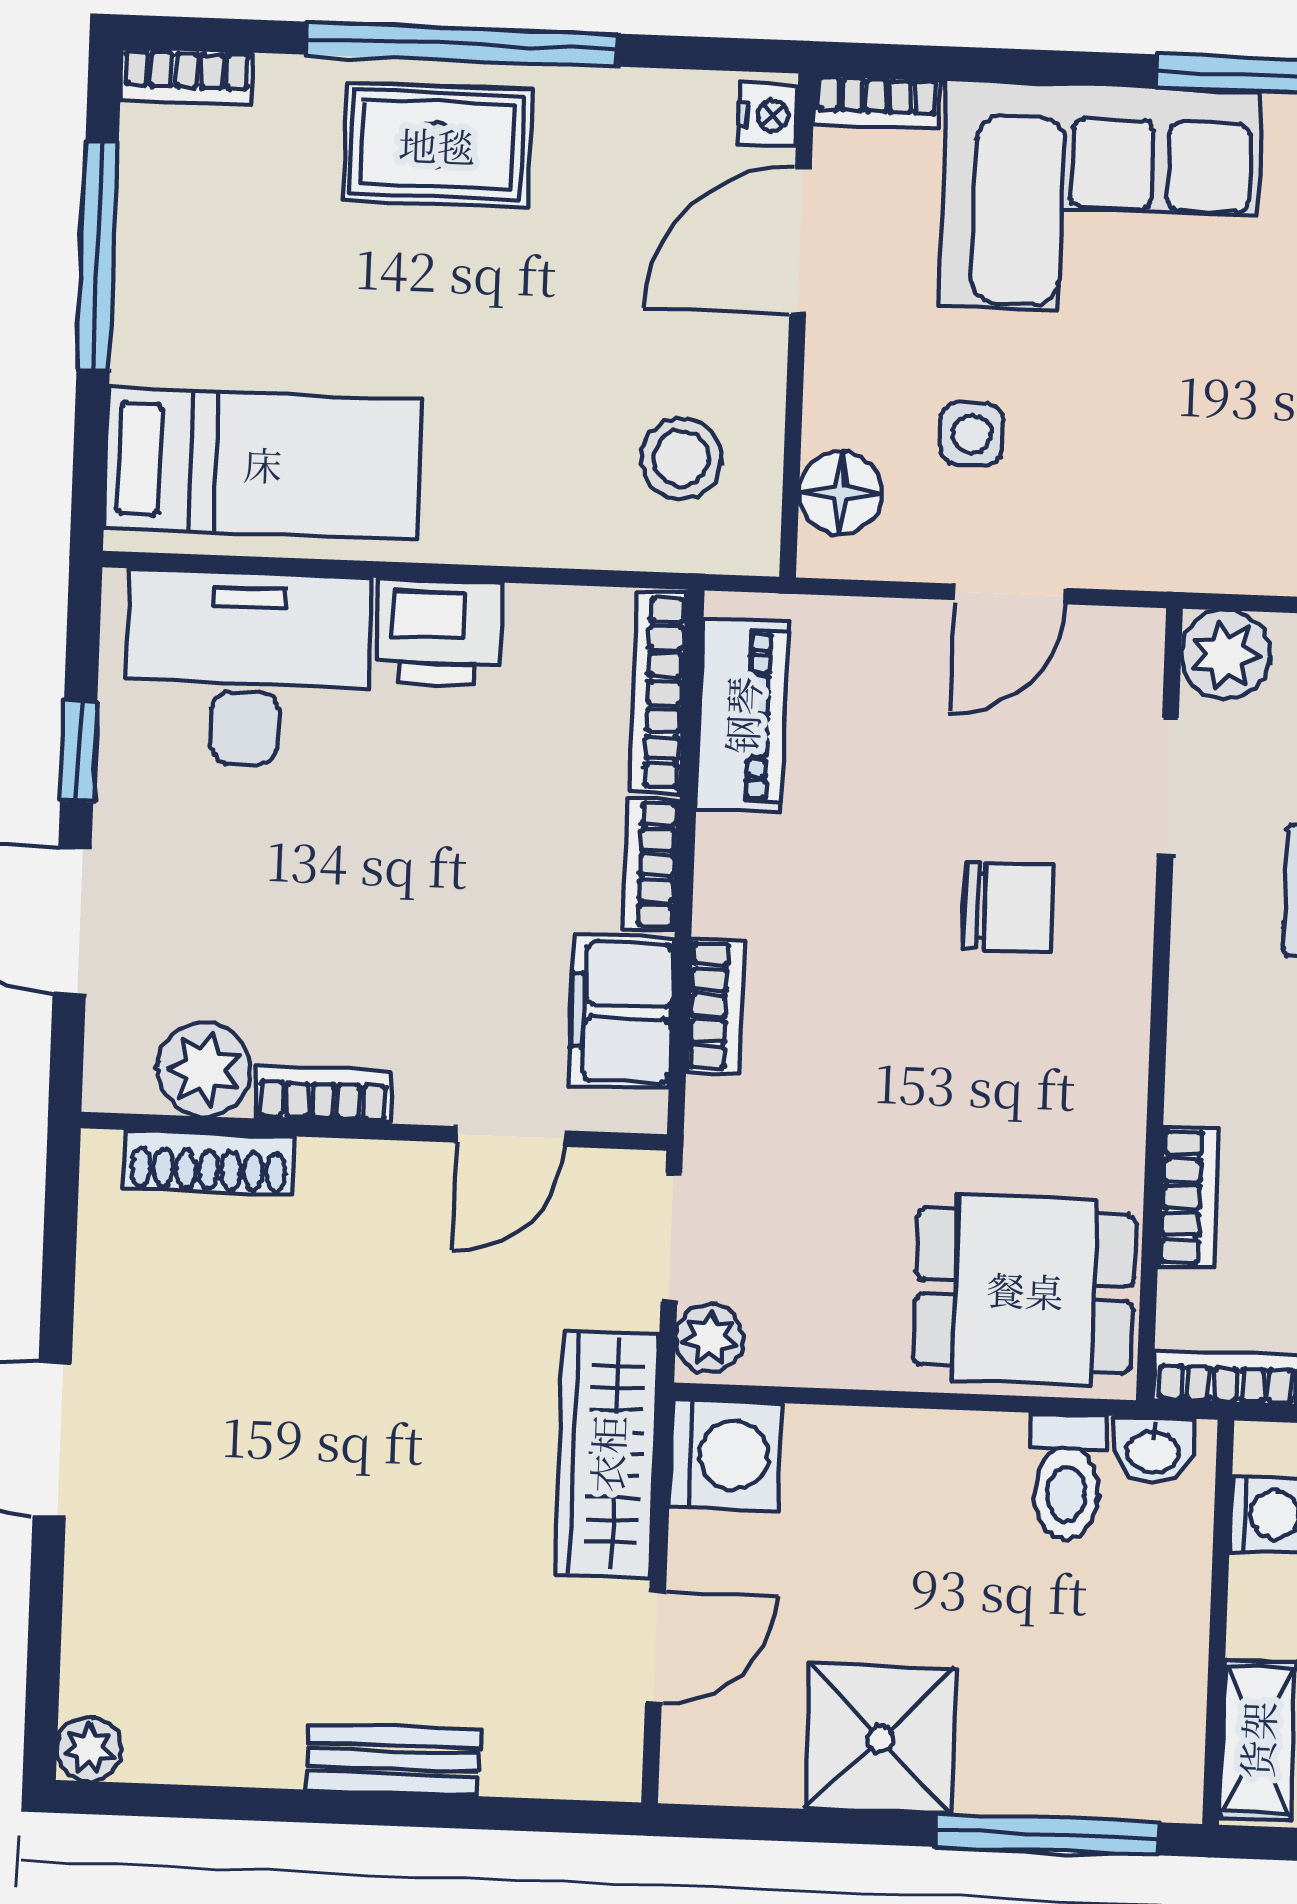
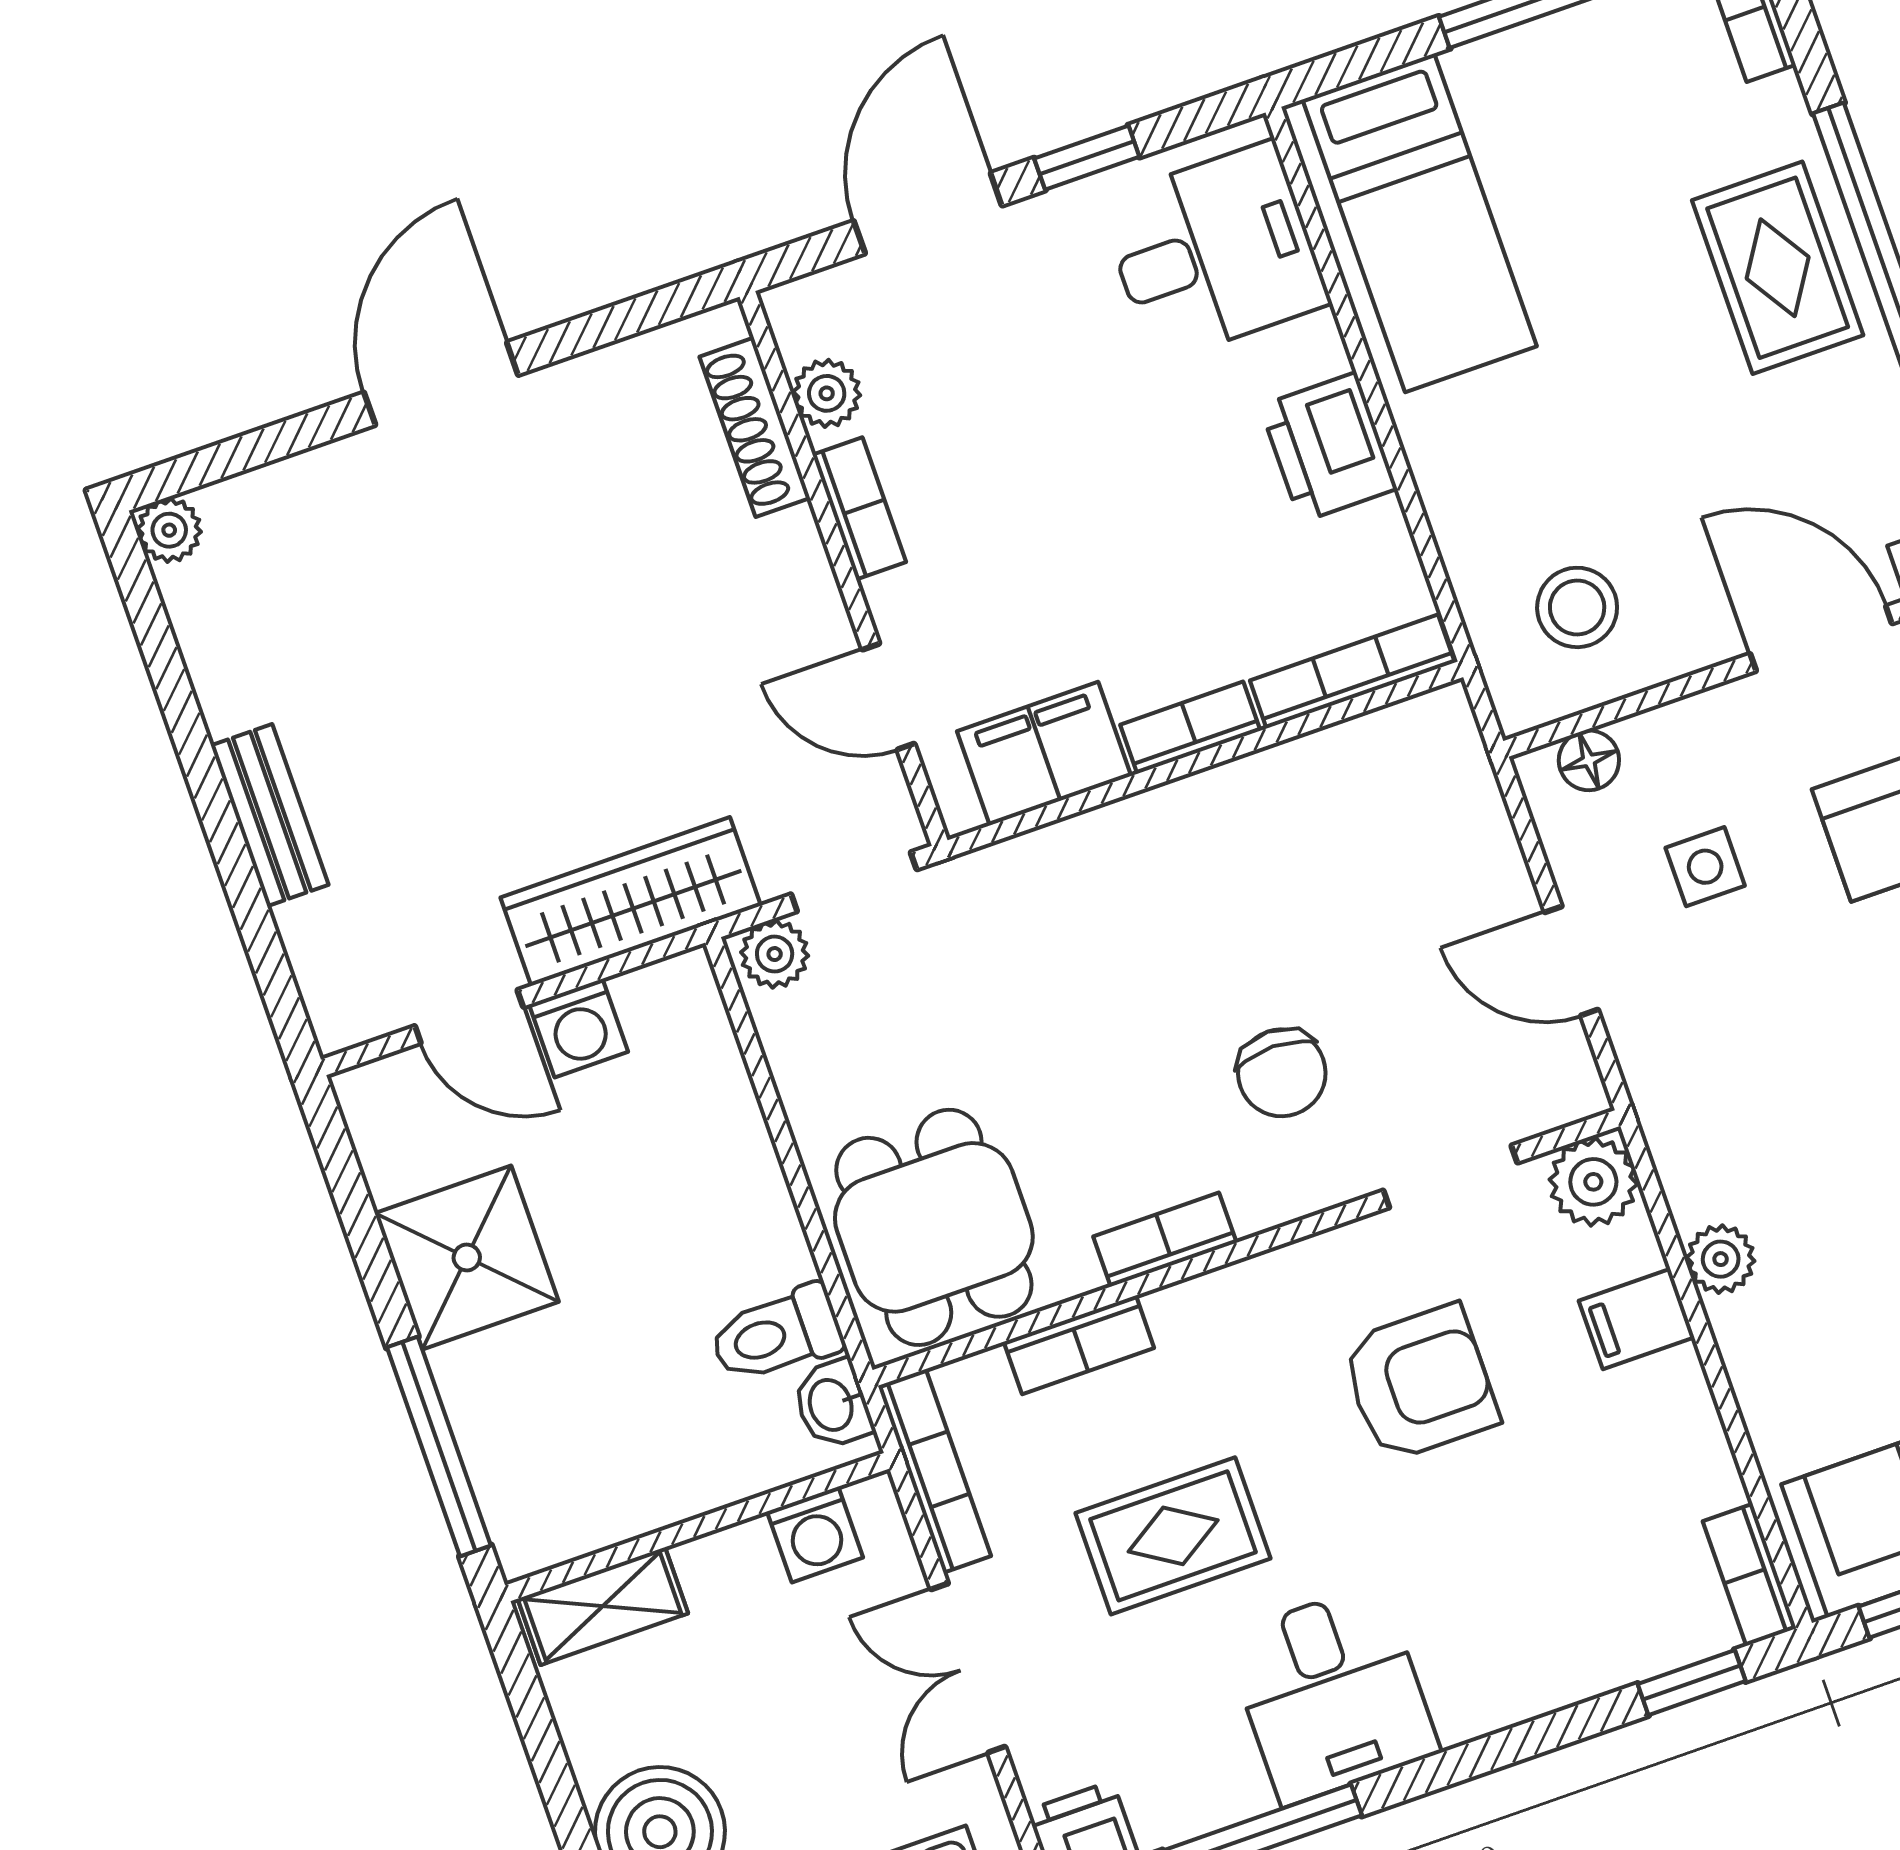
floor lamp: (841, 493) -> (1589, 760), width x0.73, depth x0.73
desk: (247, 668) -> (1214, 252), width x0.73
piano: (742, 715) -> (1362, 757), removed
bookcase: (715, 1006) -> (1165, 1240), moved, turned 180
plant: (204, 1070) -> (827, 393), width x0.73, depth x0.73
washing machine: (725, 1455) -> (579, 1028), moved, width x0.73, depth x0.73

